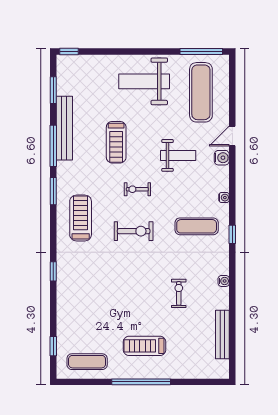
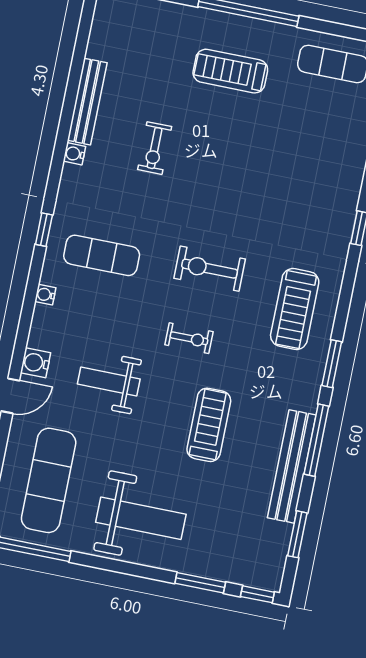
window: (103, 51) -> (200, 583), added
bench: (222, 335) -> (87, 102), moved
treadmill: (144, 346) -> (230, 71), turned 180

